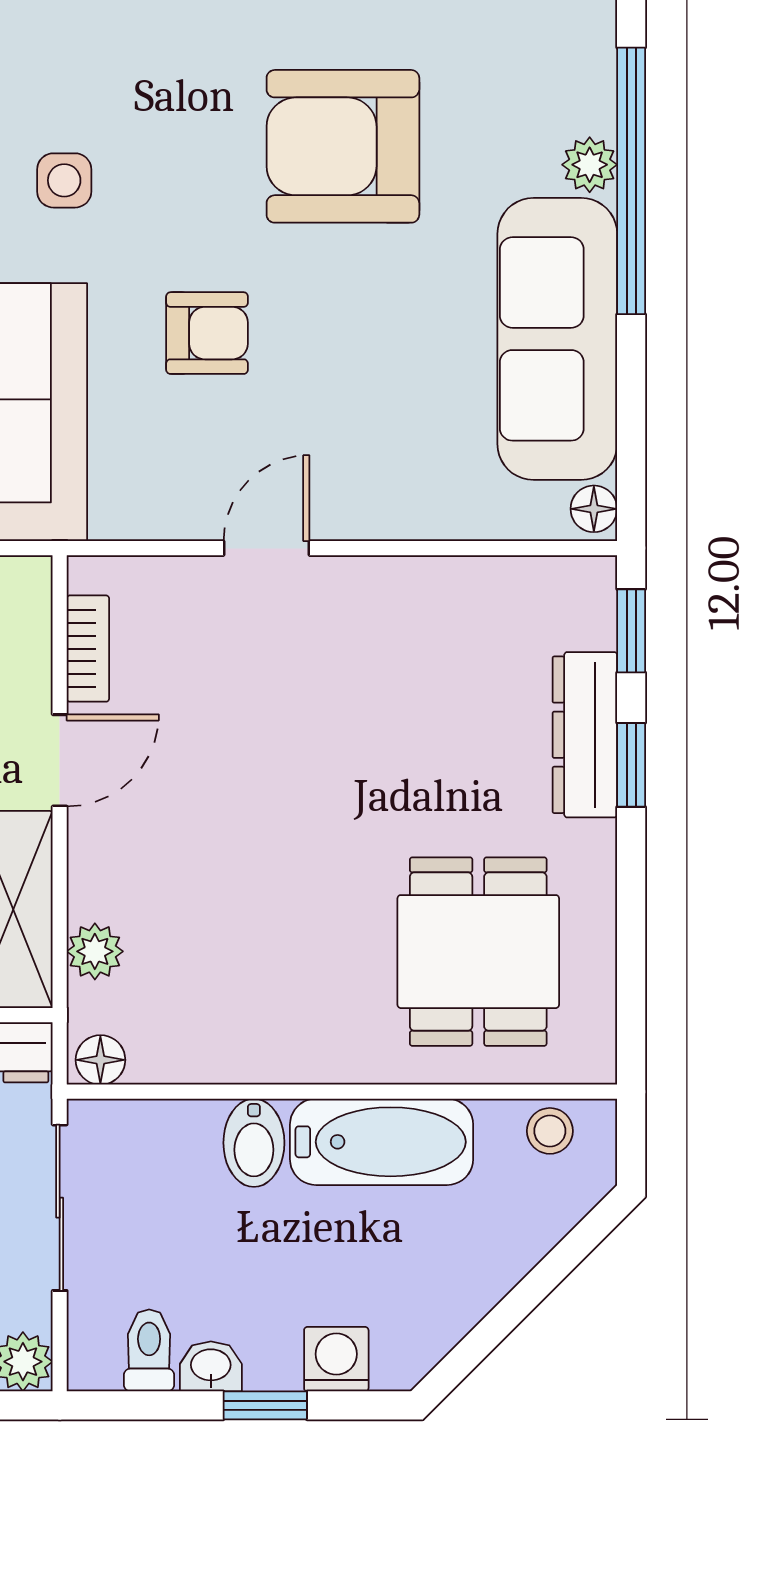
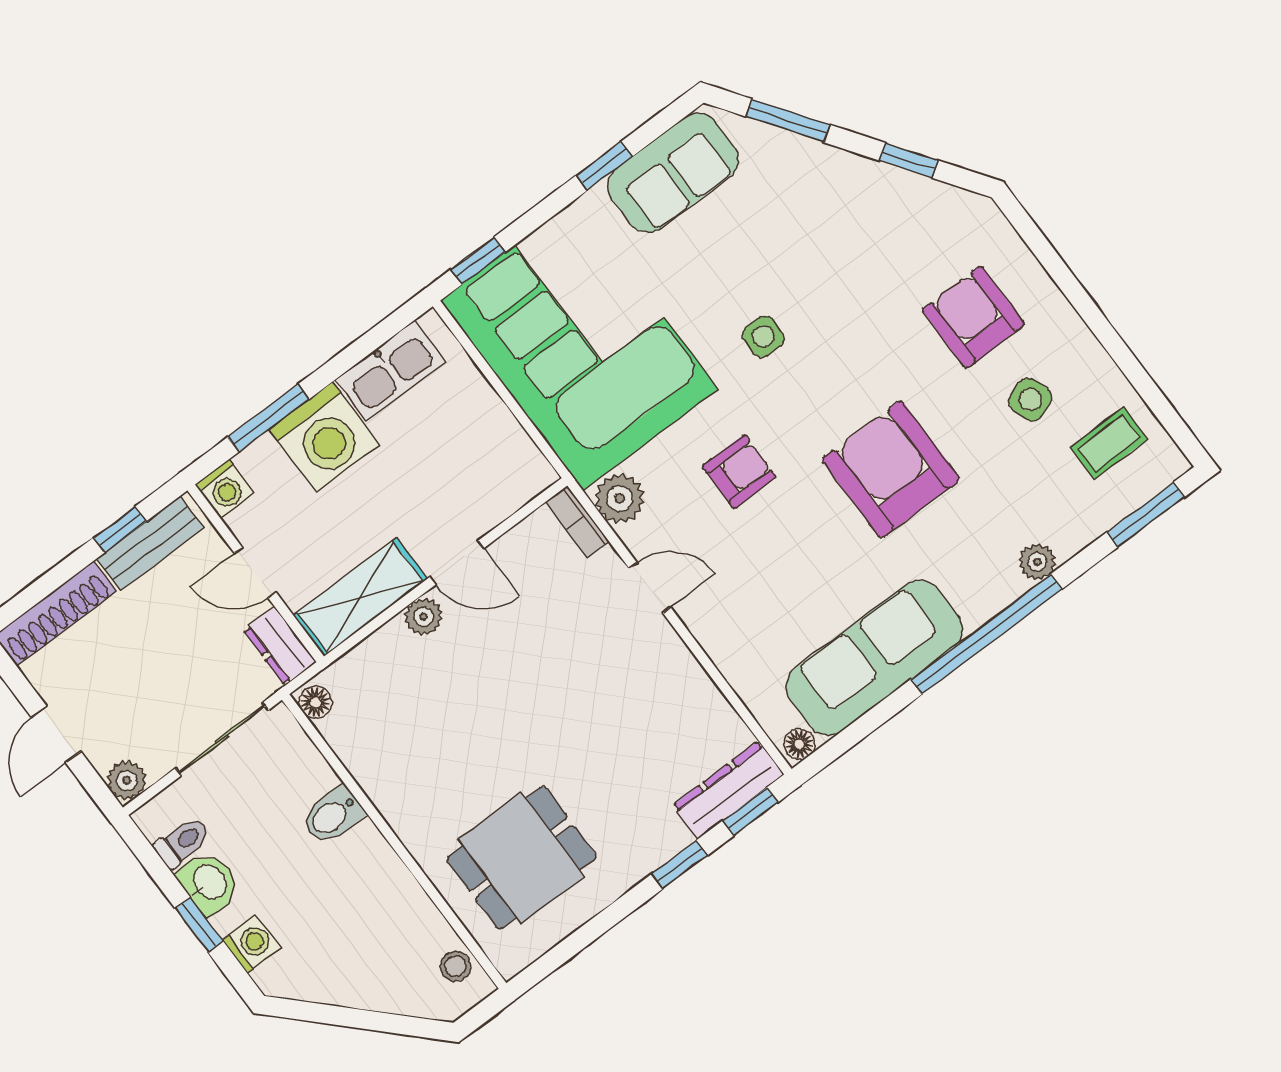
plant: (590, 165) -> (1037, 562), moved
armchair: (207, 333) -> (739, 472), turned -90
plant: (130, 503) -> (620, 499), added
bookcase: (88, 649) -> (577, 522), moved, turned 90
dresser: (585, 735) -> (728, 790), moved
plant: (95, 951) -> (424, 617), moved
bathtub: (382, 1142) -> (383, 882), removed
washbasin: (211, 1366) -> (209, 883), width x1.38, depth x1.45

